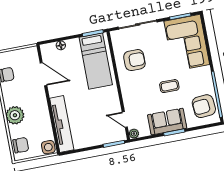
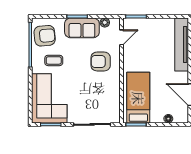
armchair: (134, 60) -> (101, 61), moved
coffee table: (169, 86) -> (54, 60), moved
door: (125, 120) -> (121, 37), hinge flipped
plant: (134, 134) -> (105, 23), moved

